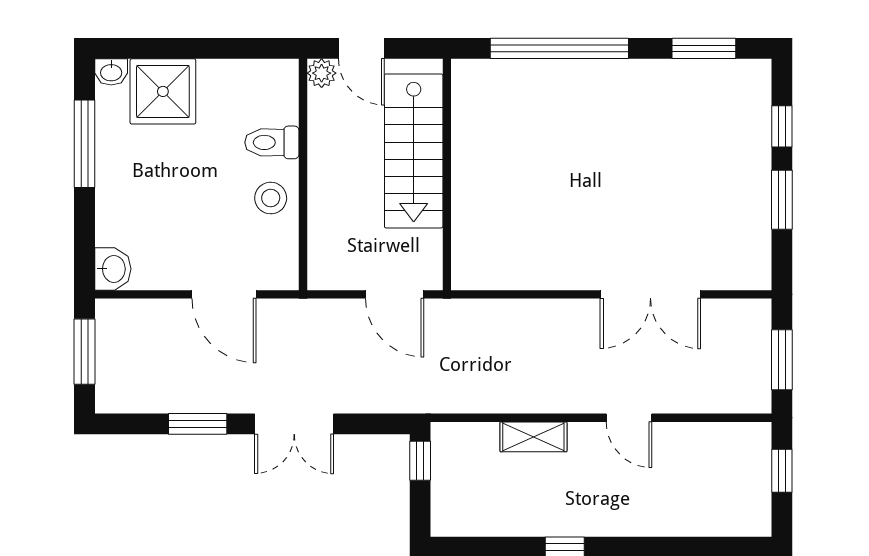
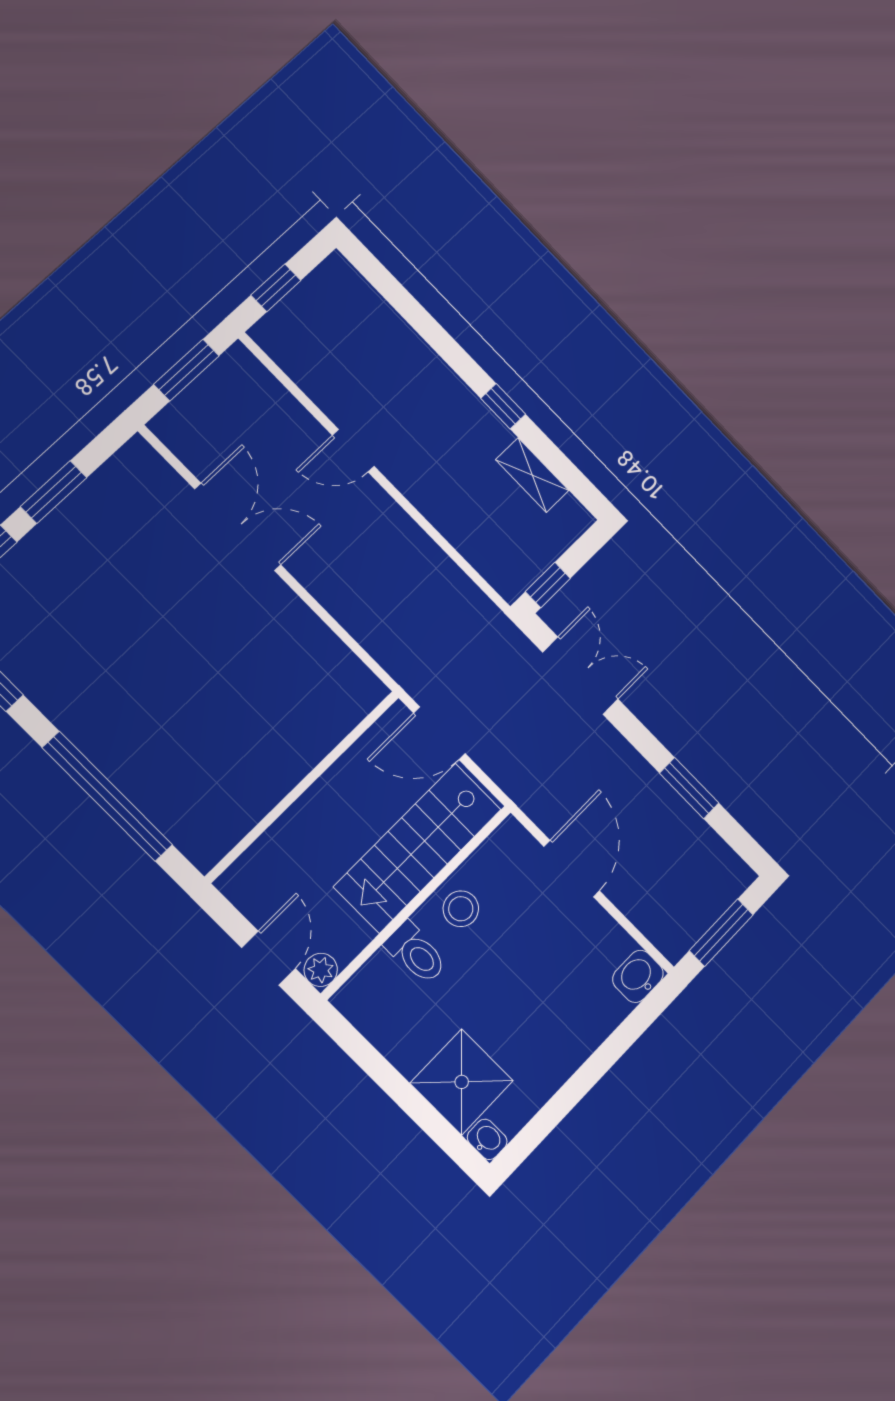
window: (84, 144) -> (564, 1101), removed
stairs: (414, 151) -> (418, 848), moved, turned 180
door: (395, 294) -> (439, 733), swing flipped
door: (629, 418) -> (353, 451), swing flipped
double door: (294, 424) -> (580, 676), moved
shelving: (533, 437) -> (532, 475), moved

